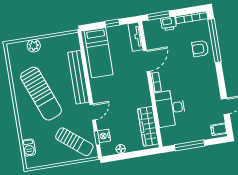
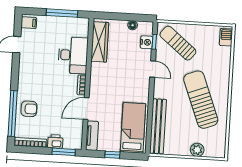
bench: (78, 77) -> (158, 126), moved
door: (93, 112) -> (153, 69), swing flipped
barbecue: (29, 148) -> (226, 37), moved

